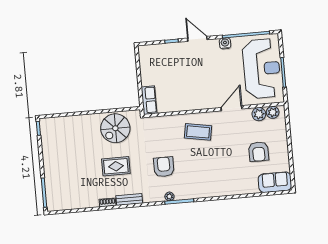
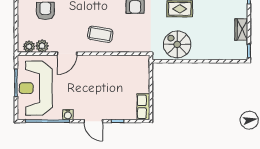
row of seats: (149, 100) -> (143, 107), moved
spiral stairs: (115, 128) -> (177, 44), turned -90
wardrobe: (48, 150) -> (241, 29), added

